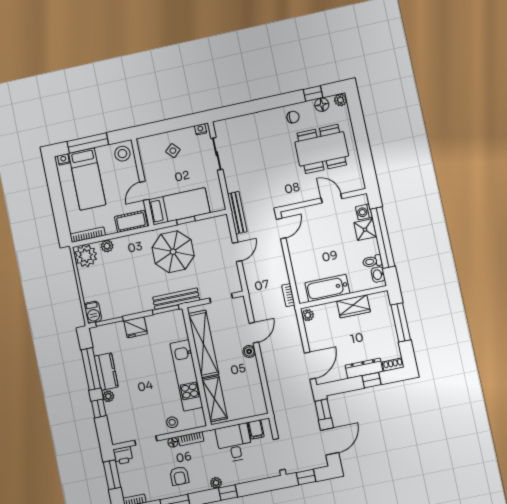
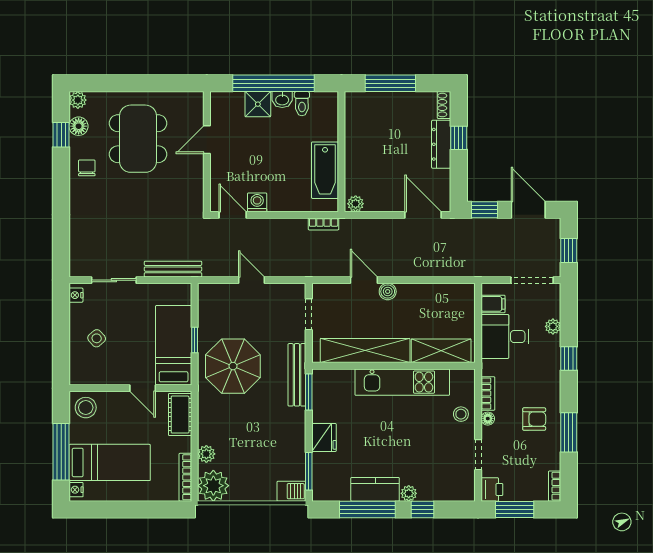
washing machine: (364, 212) -> (257, 202), moved, turned 180
bench: (237, 213) -> (173, 269), moved
washbasin: (378, 275) -> (282, 100), moved
wardrobe: (353, 306) -> (356, 141), removed
plant: (216, 483) -> (553, 326), moved

